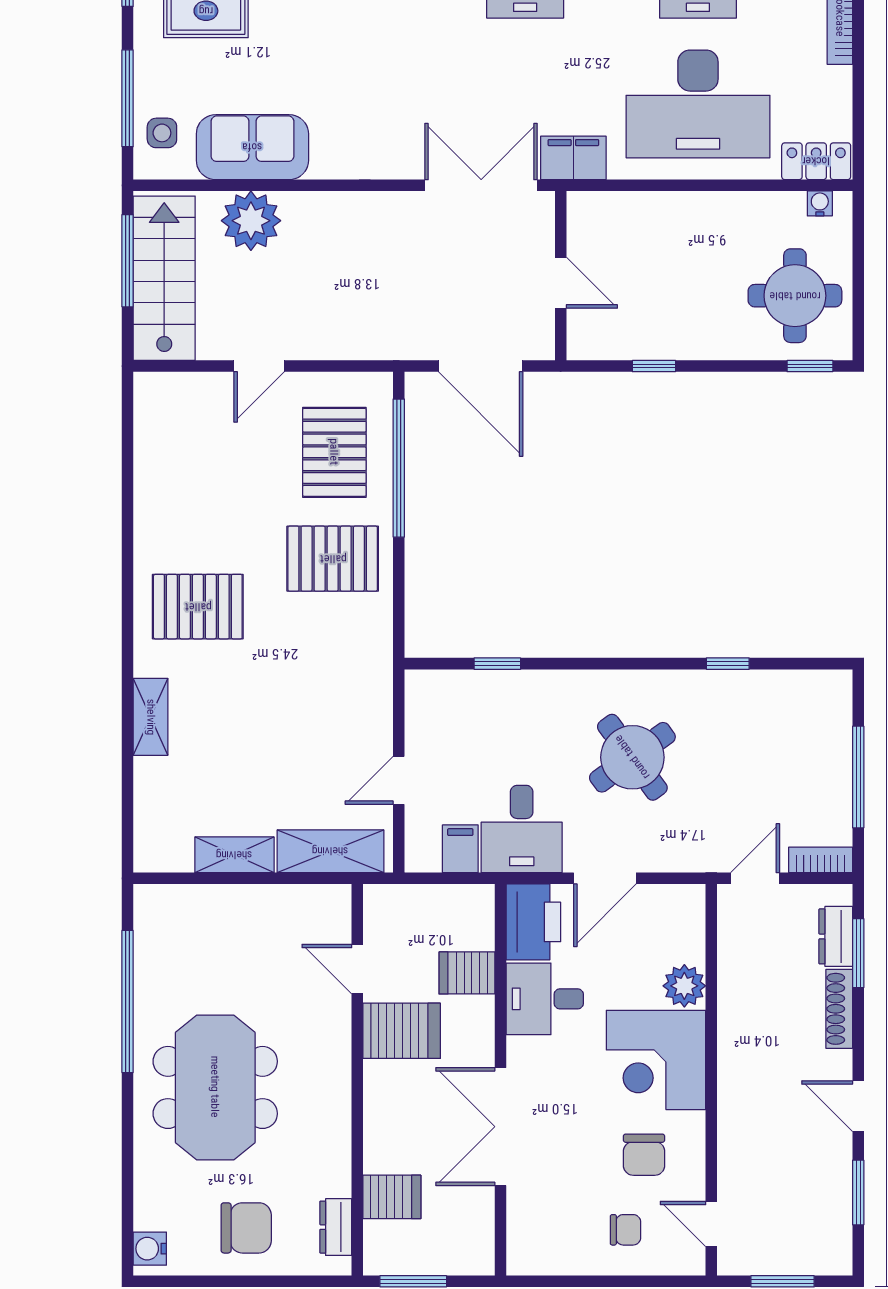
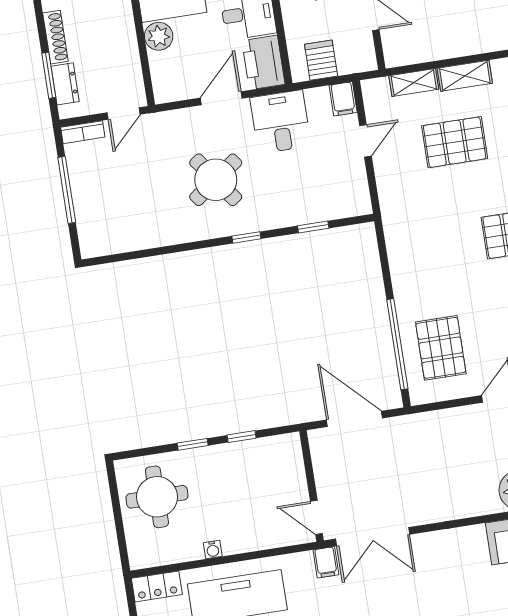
filing cabinet: (573, 158) -> (326, 562), width x0.50
water cooler: (820, 203) -> (213, 550), moved
door: (561, 283) -> (316, 517), moved
window: (810, 366) -> (193, 444), moved
pallet: (333, 559) -> (455, 142), moved
window: (728, 664) -> (246, 237), moved
filing cabinet: (460, 849) -> (343, 99), moved
shelving: (330, 851) -> (414, 83), width x0.67, depth x0.75
server rack: (467, 973) -> (321, 60), moved, turned -90

